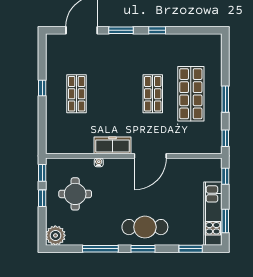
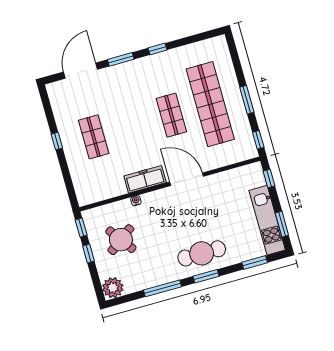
shop shelf: (191, 94) -> (210, 104), width x1.40
door: (150, 156) -> (187, 179), swing flipped
round table: (75, 194) -> (121, 240), turned -36

